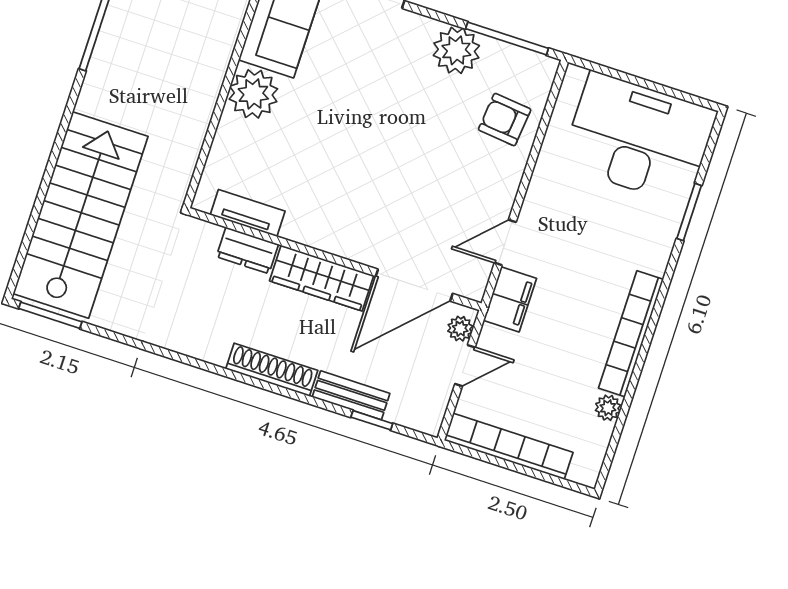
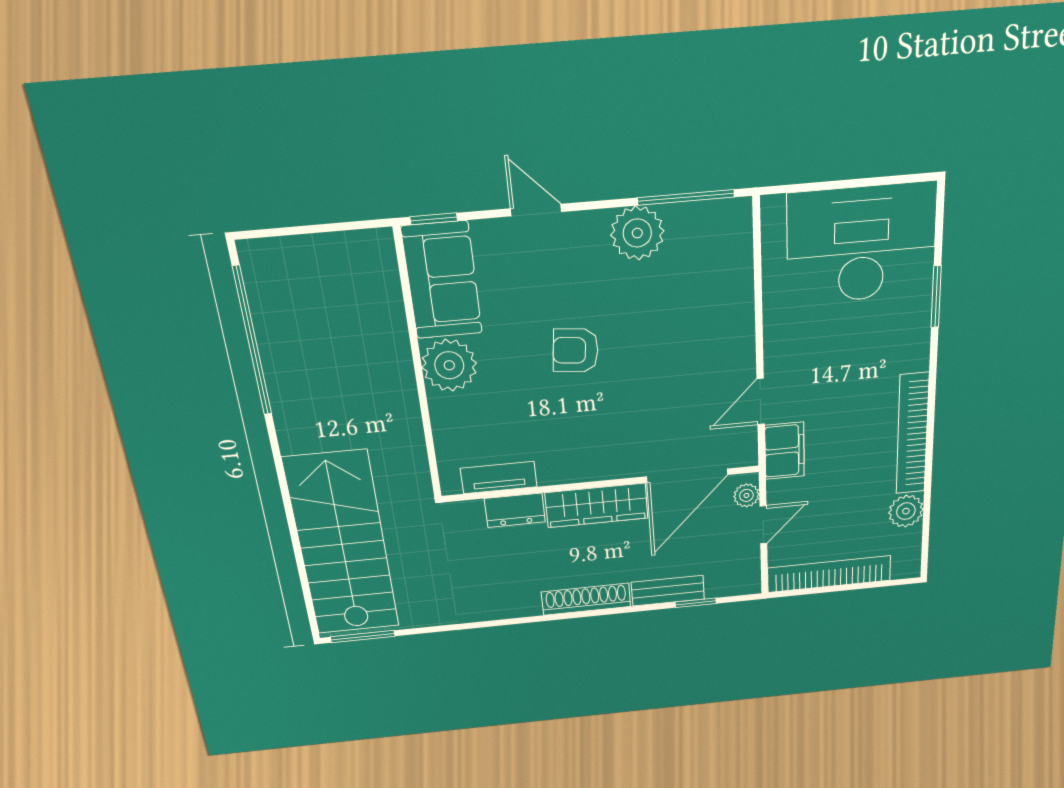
armchair: (505, 120) -> (576, 350), moved
plant: (608, 408) -> (906, 511), width x1.38, depth x1.38

